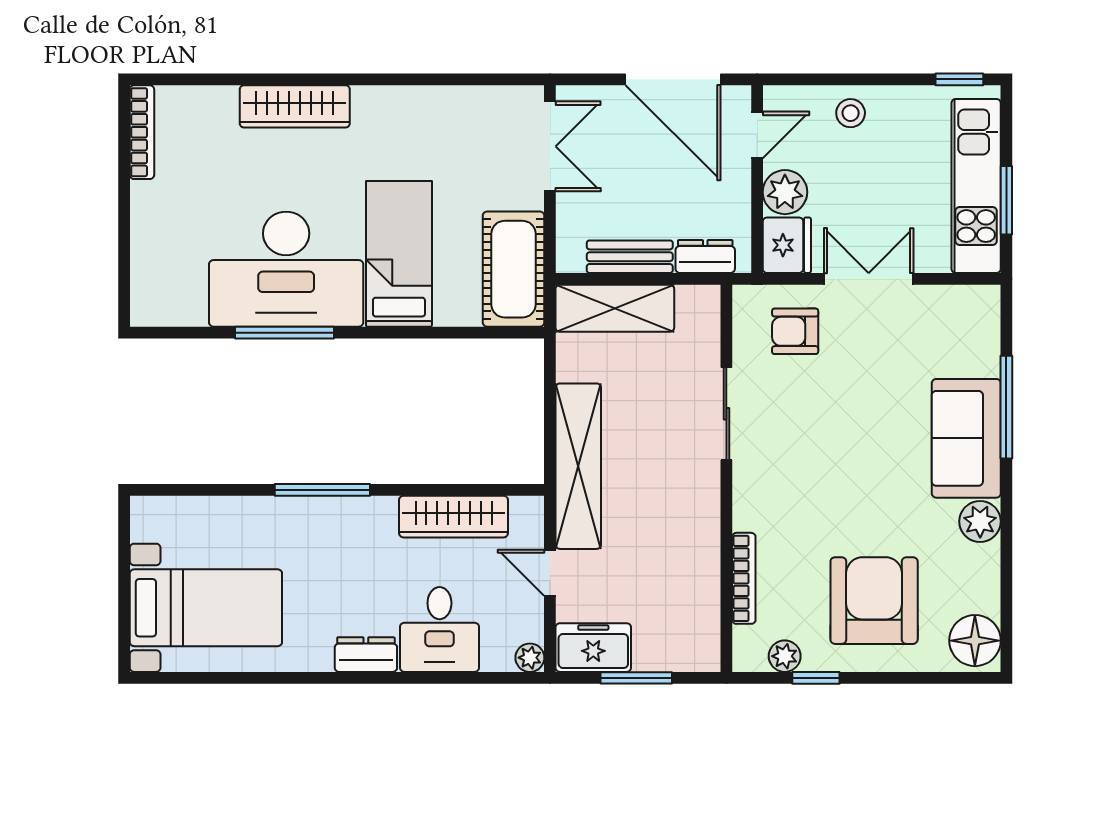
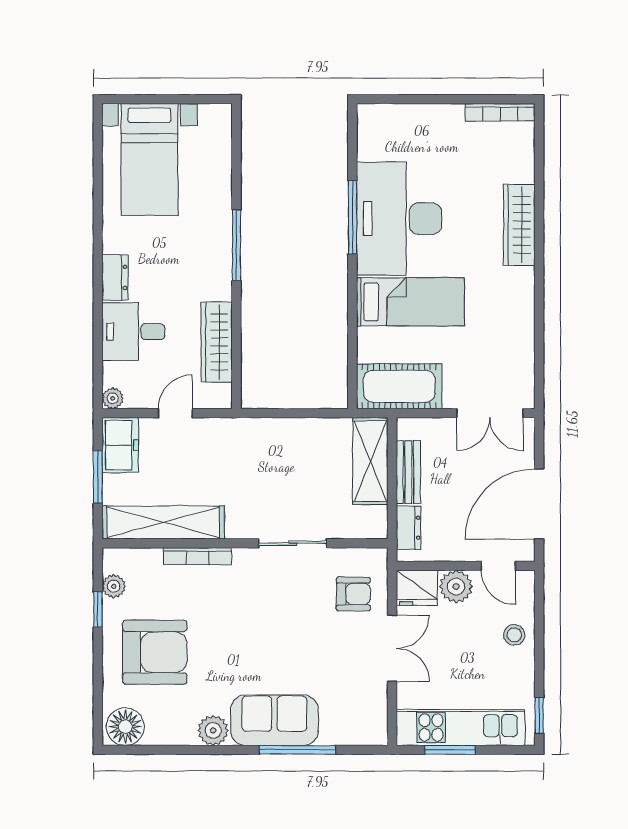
armchair: (795, 331) -> (353, 594), turned 90
shelving: (578, 466) -> (163, 522), moved
bookcase: (744, 578) -> (197, 556), moved

